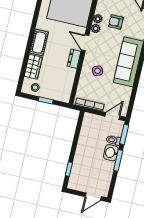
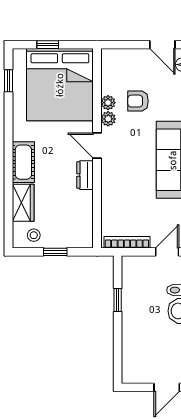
side table: (97, 71) -> (127, 185), removed
window: (69, 169) -> (118, 300), moved

